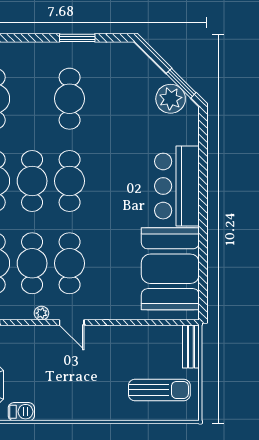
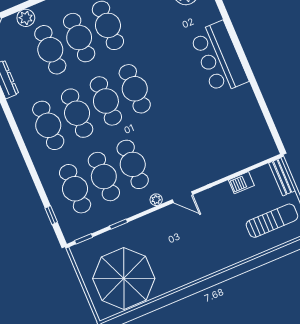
cafe table: (70, 263) -> (79, 38), moved
booth: (170, 269) -> (241, 124), removed
barbecue: (21, 412) -> (241, 183), moved, turned 180

